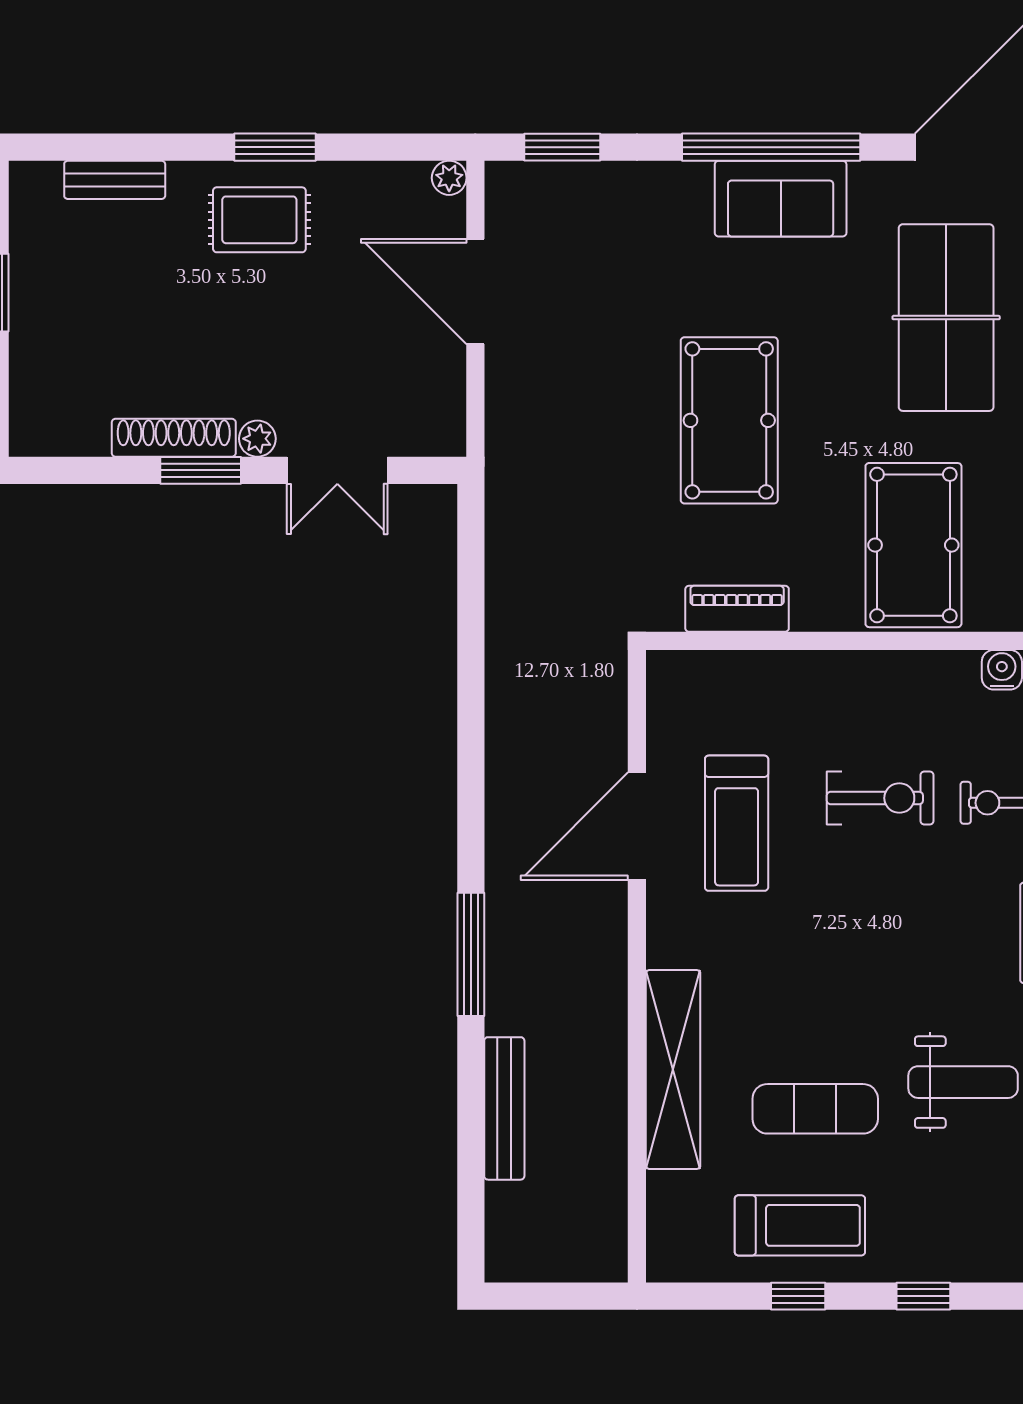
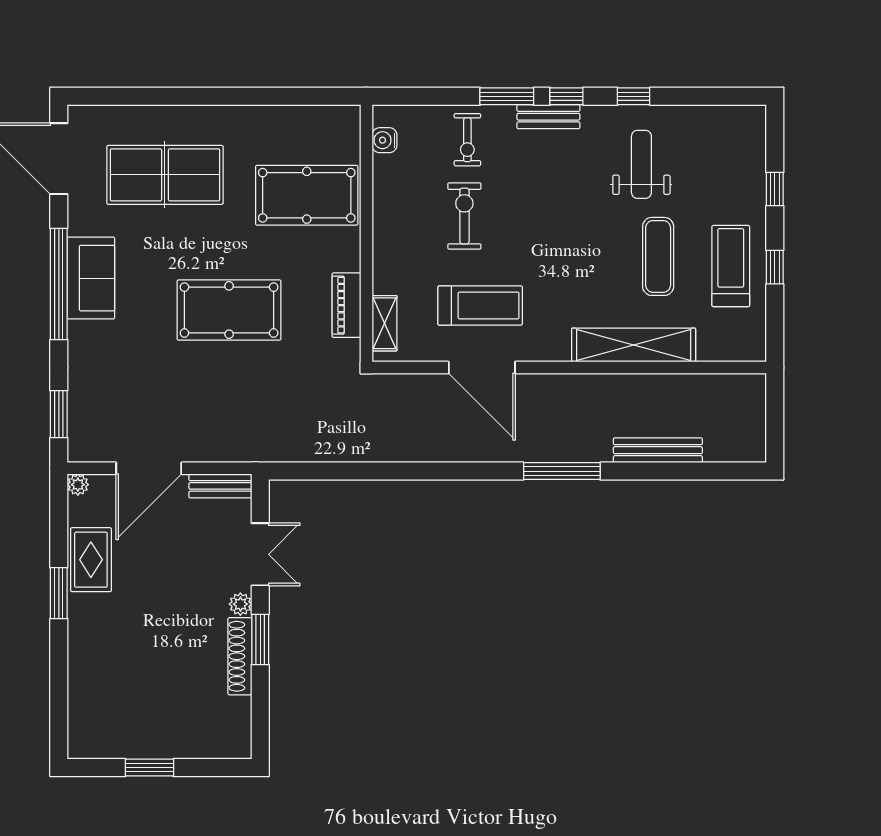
bench: (115, 180) -> (220, 486), moved, turned 90
rug: (259, 220) -> (91, 560), moved
shelving: (708, 670) -> (384, 323), added

